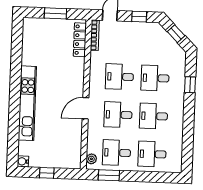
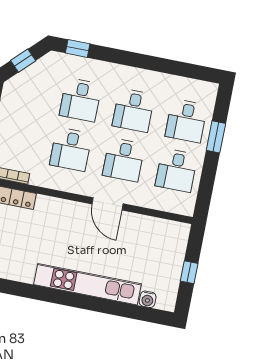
window: (190, 85) -> (78, 48), moved
plant: (91, 159) -> (179, 207), removed
water cooler: (23, 161) -> (148, 299), moved
window: (109, 175) -> (216, 137), moved

